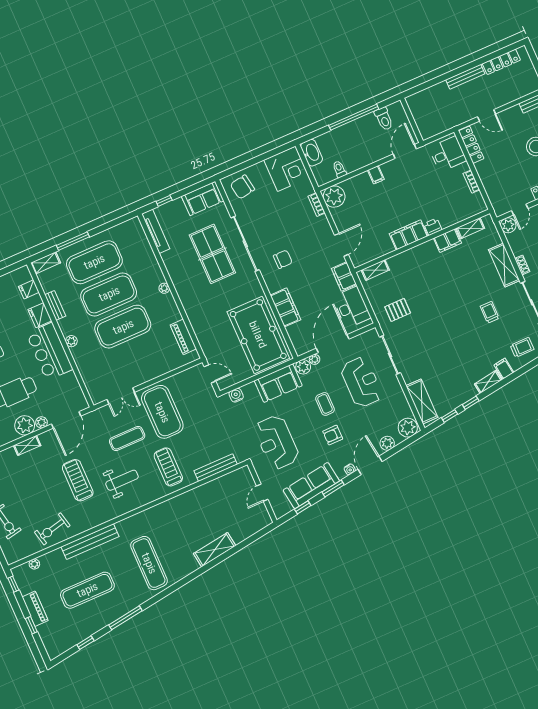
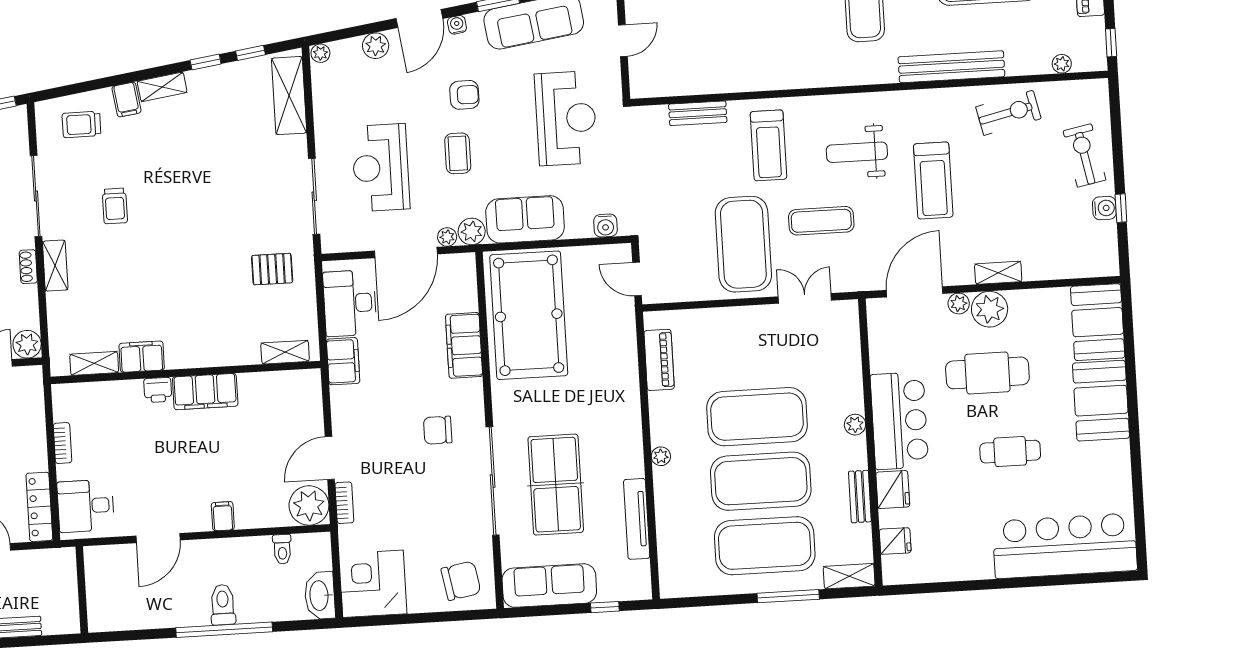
toilet: (384, 119) -> (223, 605), moved
wall: (412, 120) -> (82, 590), moved
sofa: (203, 199) -> (549, 586), width x1.36
tv unit: (156, 231) -> (637, 519), moved
door: (341, 245) -> (330, 458), moved
shelving: (504, 265) -> (55, 266), width x0.67, depth x0.75
plant: (408, 428) -> (320, 53), width x0.53, depth x0.53
bench: (216, 468) -> (698, 113), width x0.73

